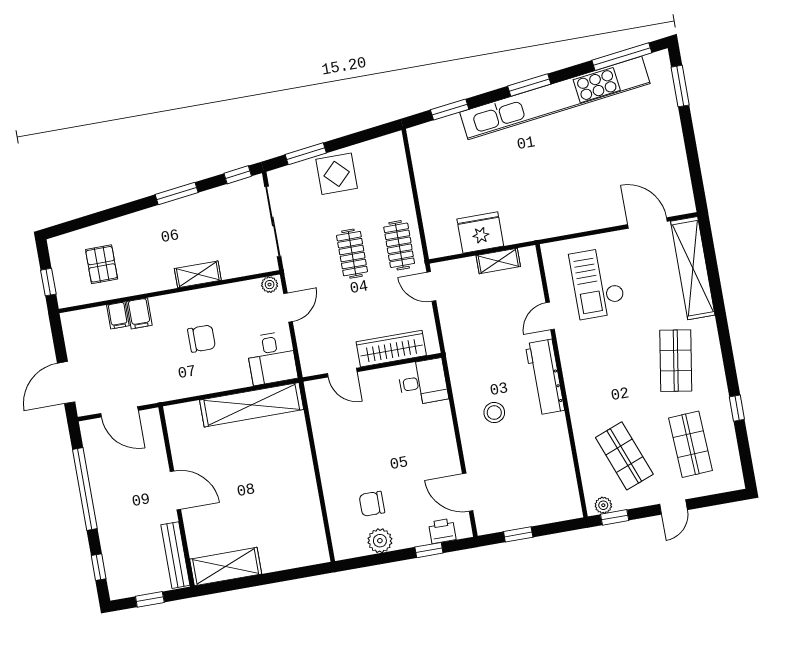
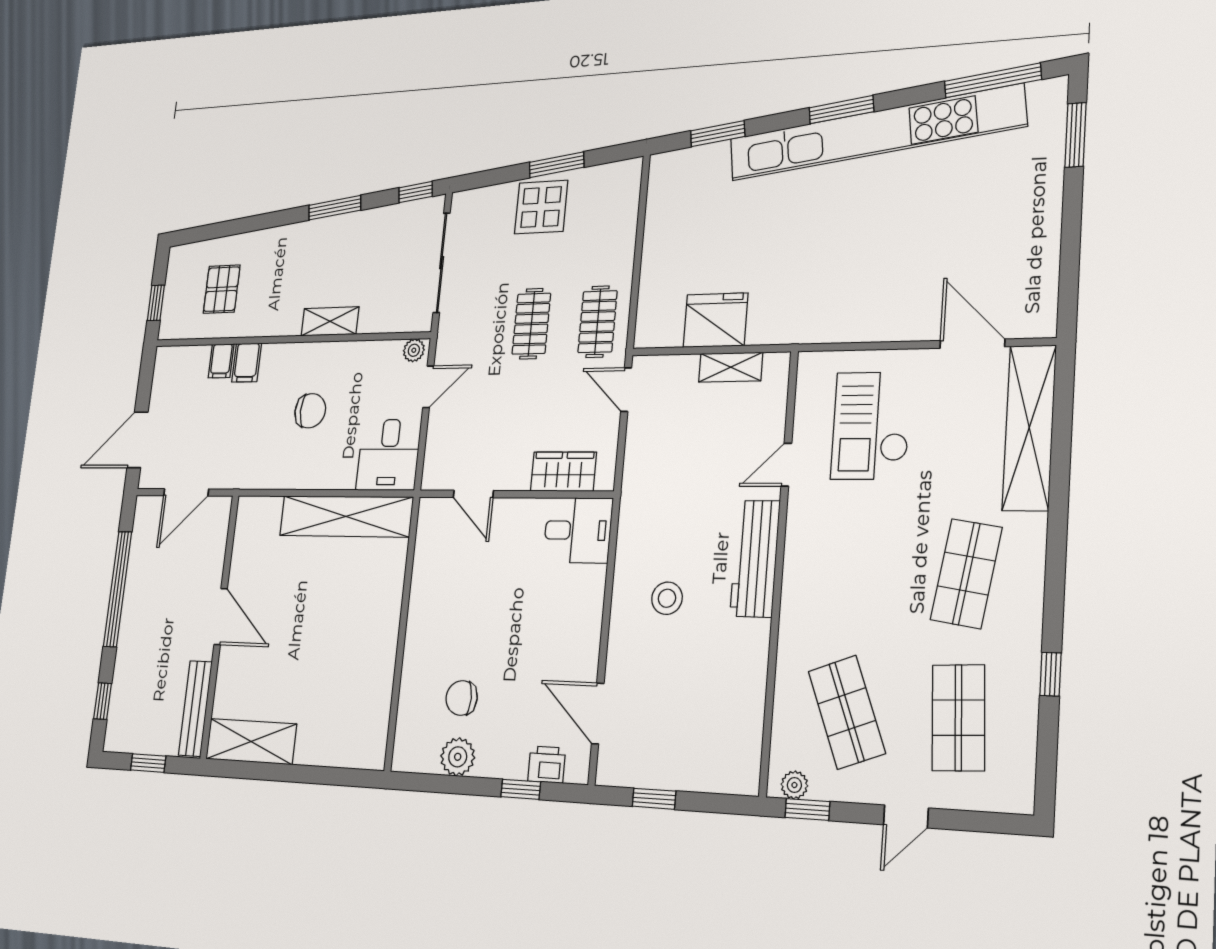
window: (306, 154) -> (557, 165), moved
wardrobe: (391, 349) -> (563, 472), width x0.67
door: (119, 412) -> (186, 492), hinge flipped

